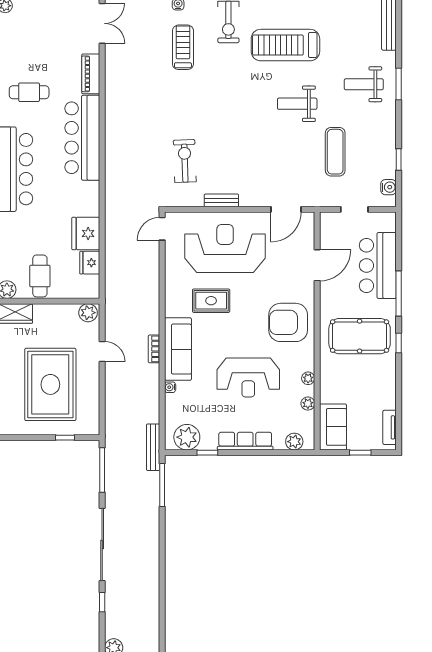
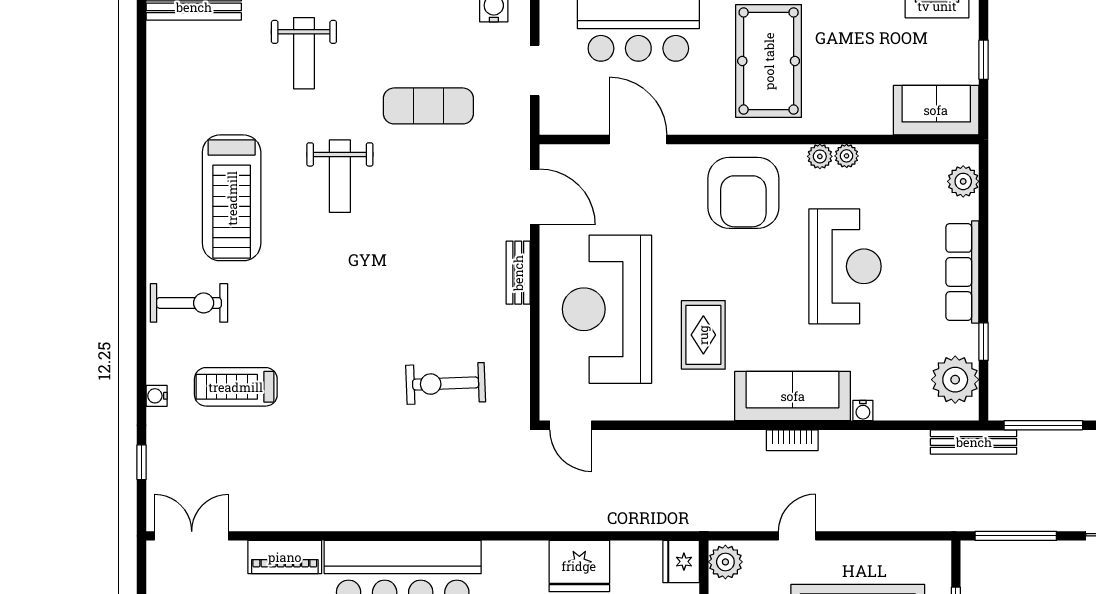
bench: (221, 200) -> (518, 273), moved
fridge: (90, 263) -> (681, 562), moved, turned 90
plant: (308, 404) -> (820, 156), moved

